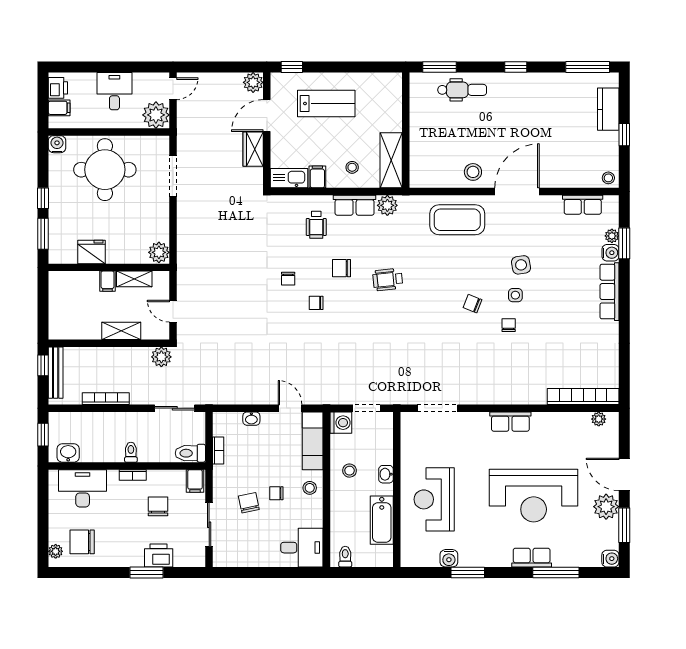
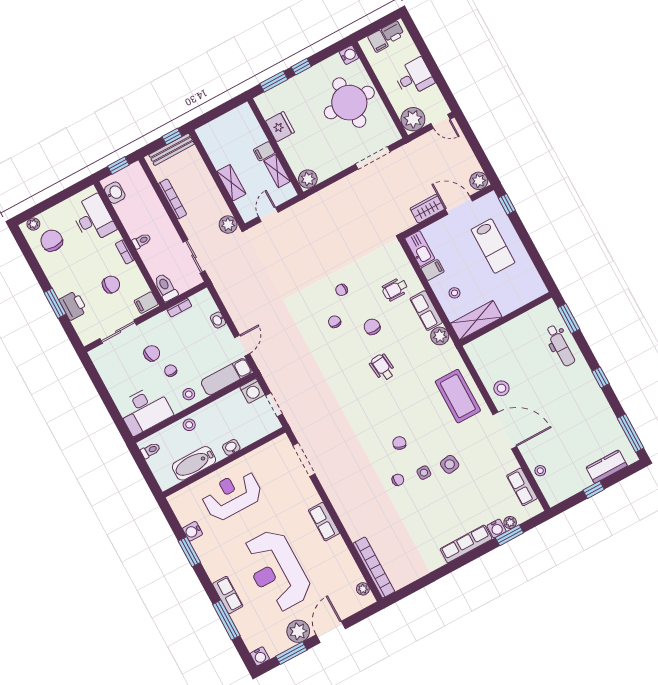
stool: (608, 178) -> (540, 471), moved
stool: (350, 471) -> (189, 425), moved
desk: (302, 548) -> (145, 410), width x1.37

